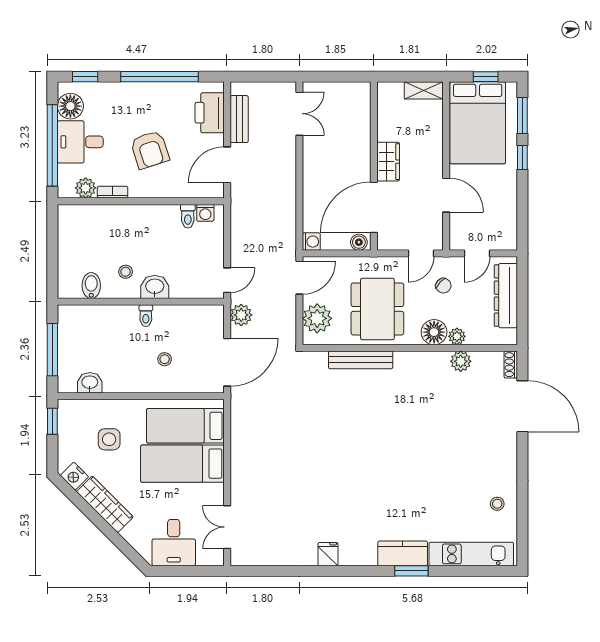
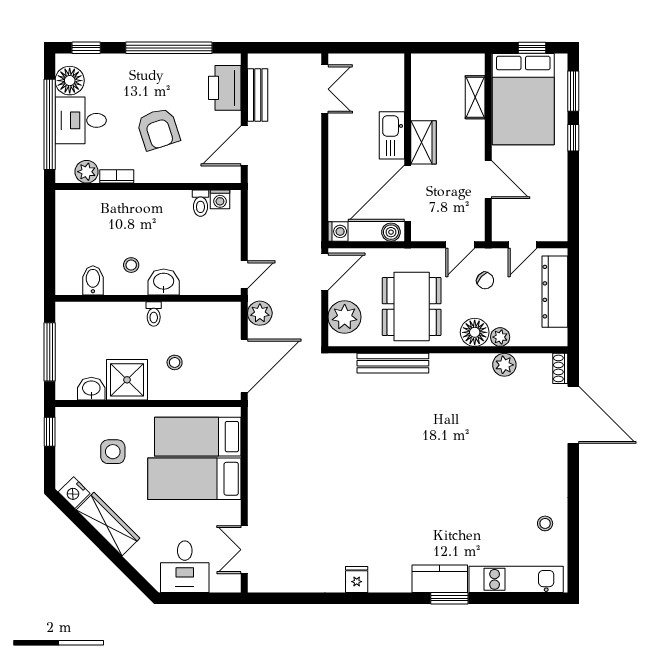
shelving: (424, 90) -> (475, 97), moved, turned 90
kitchen sink: (360, 155) -> (392, 135), added
shower: (122, 375) -> (127, 380), added

